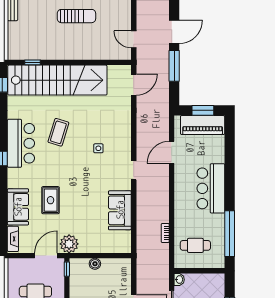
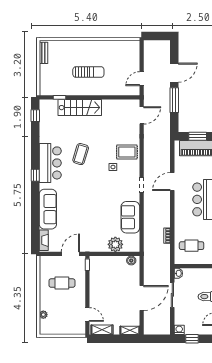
sun lounger: (76, 16) -> (88, 72), moved
door: (134, 39) -> (142, 79), hinge flipped
stairs: (57, 80) -> (80, 108), width x0.54, depth x0.66
door: (172, 152) -> (172, 182), moved
rug: (51, 200) -> (127, 152), moved, turned 90
sofa: (18, 207) -> (48, 209), width x1.36
plant: (69, 244) -> (115, 244), moved
boiler: (95, 264) -> (131, 261), moved

